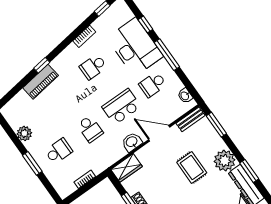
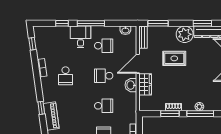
desk: (135, 47) -> (81, 37), width x0.53, depth x0.77
school desk: (153, 84) -> (104, 46), turned -90
school desk: (121, 107) -> (104, 76), width x0.54
wardrobe: (126, 168) -> (145, 84), moved

